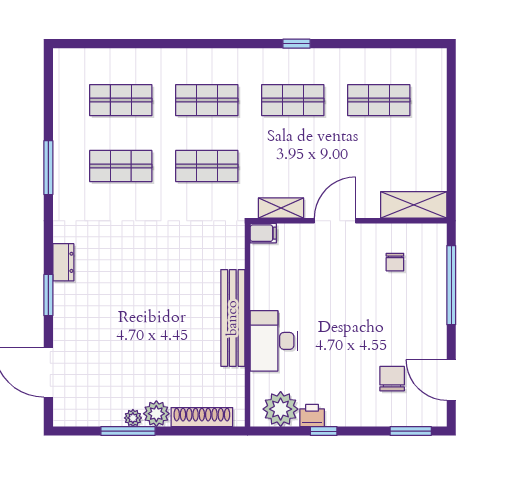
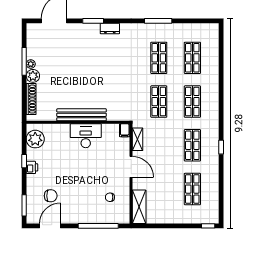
window: (451, 69) -> (208, 226), added
desk: (274, 341) -> (86, 136), moved
printer: (312, 415) -> (32, 167), moved

